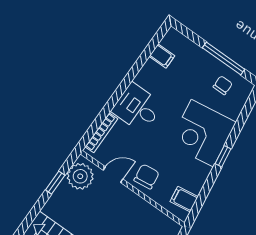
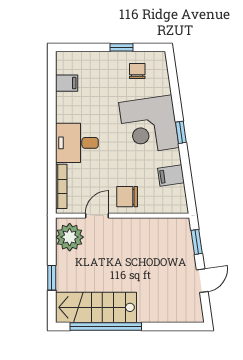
window: (224, 59) -> (121, 47), width x0.46
chair: (147, 177) -> (127, 197), turned -83
window: (55, 183) -> (52, 278), moved
filing cabinet: (184, 199) -> (171, 176), moved

